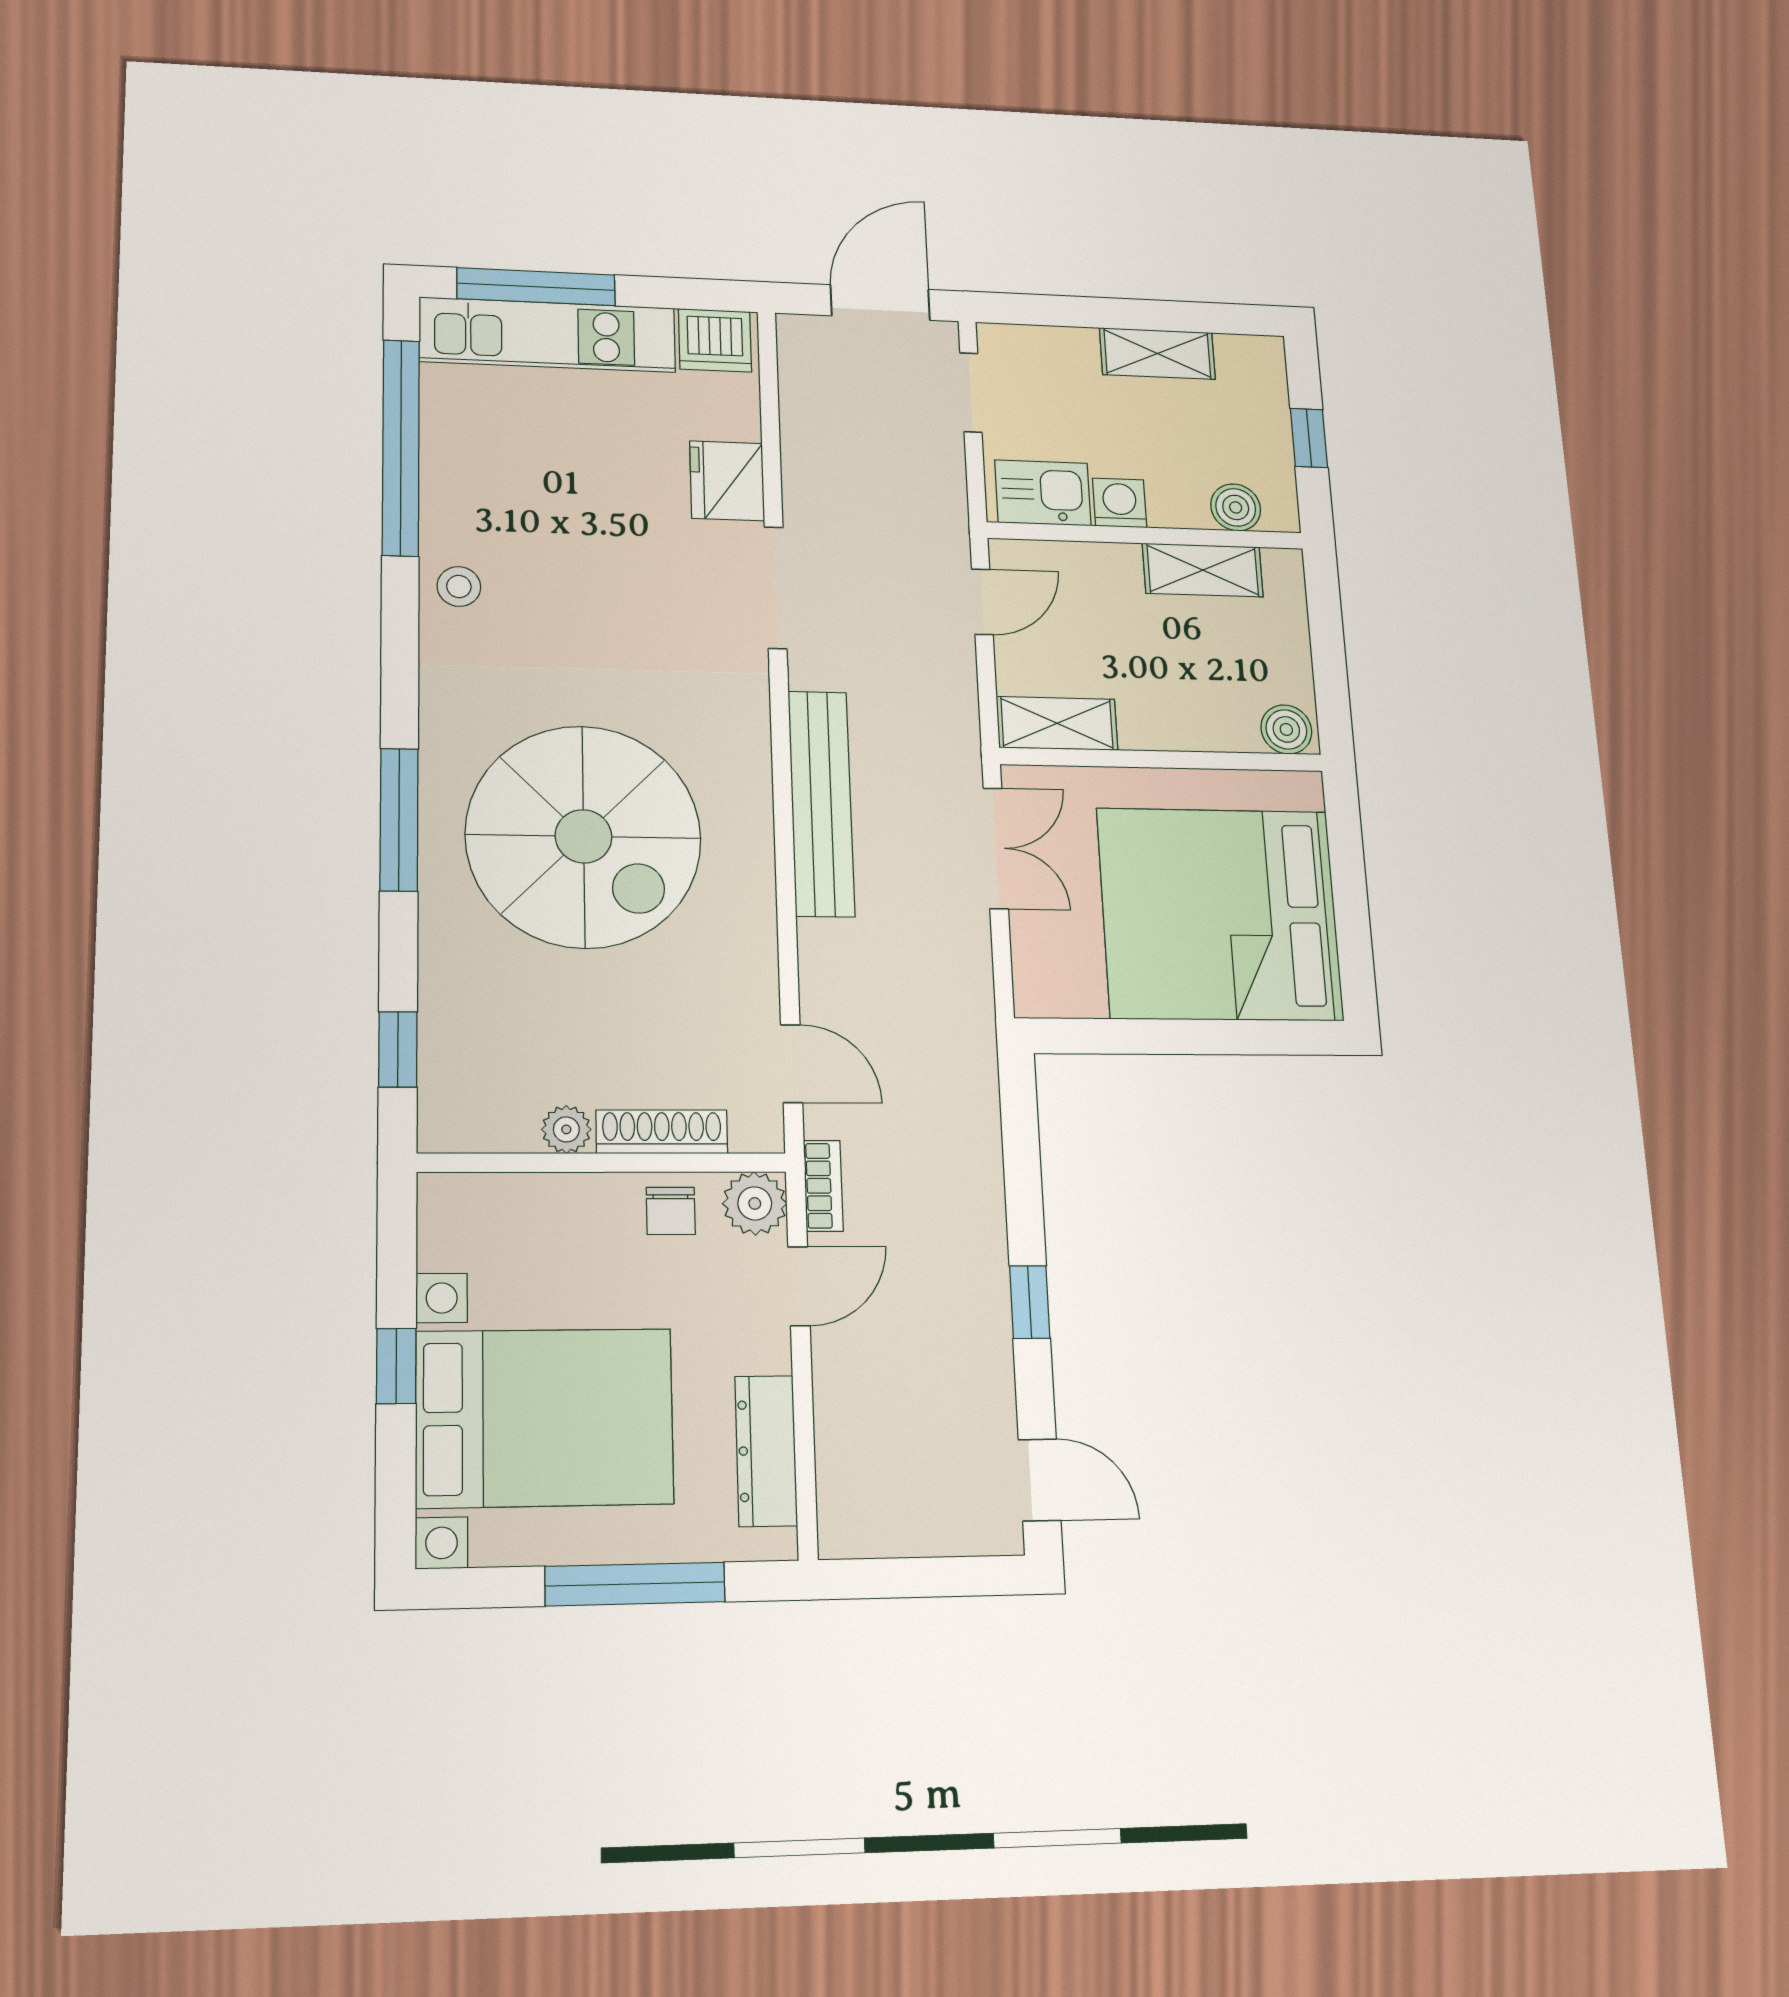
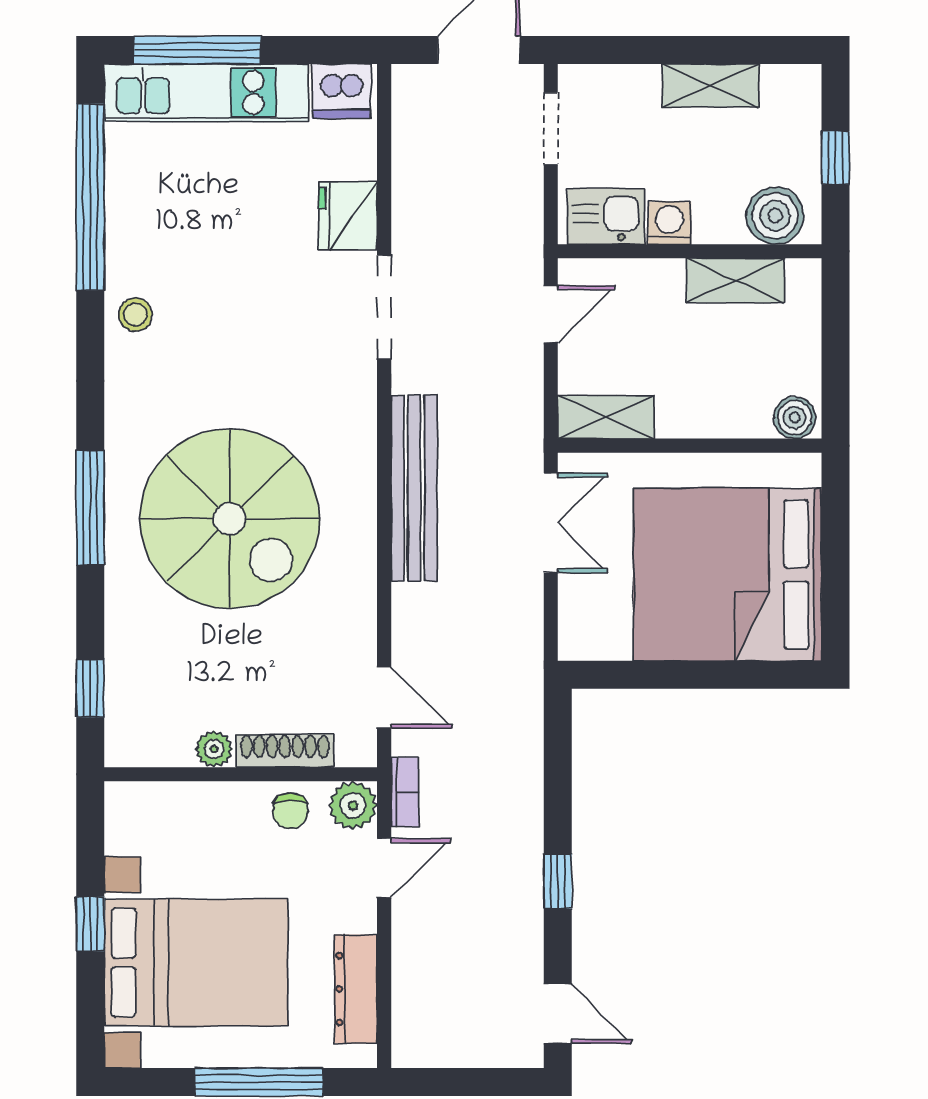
boiler: (1236, 507) -> (775, 216), width x1.36, depth x1.36

